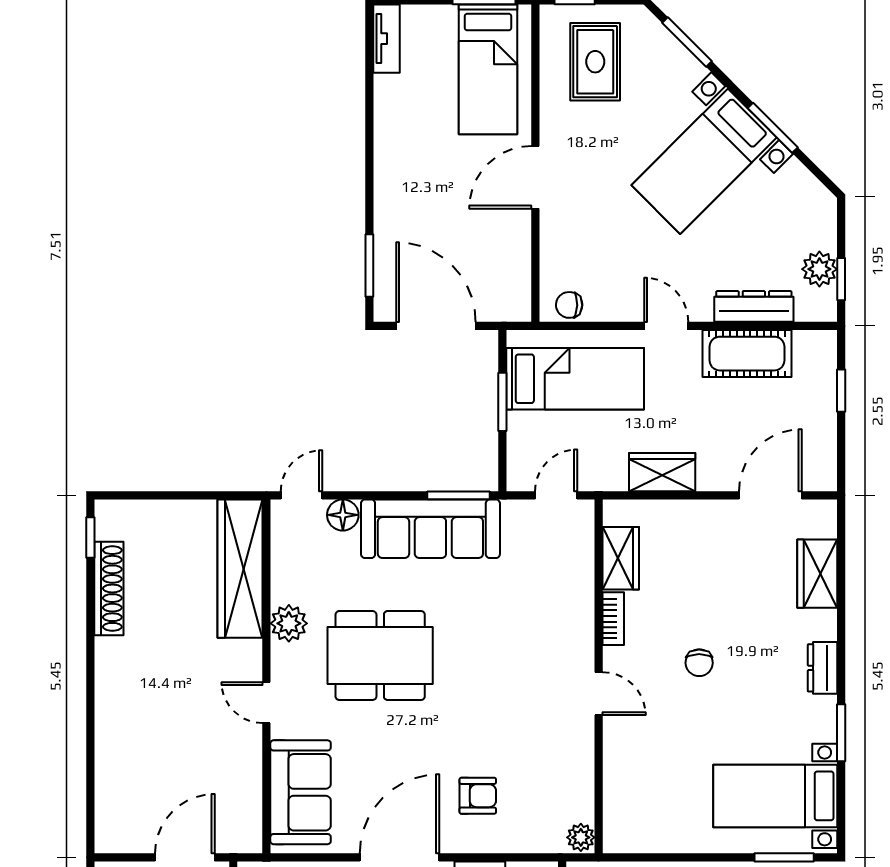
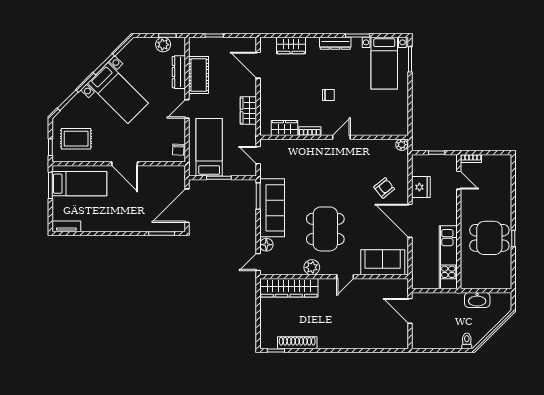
door: (302, 495) -> (258, 262), hinge flipped
dresser: (822, 668) -> (335, 43), width x1.44
armchair: (478, 796) -> (384, 188), turned 51

